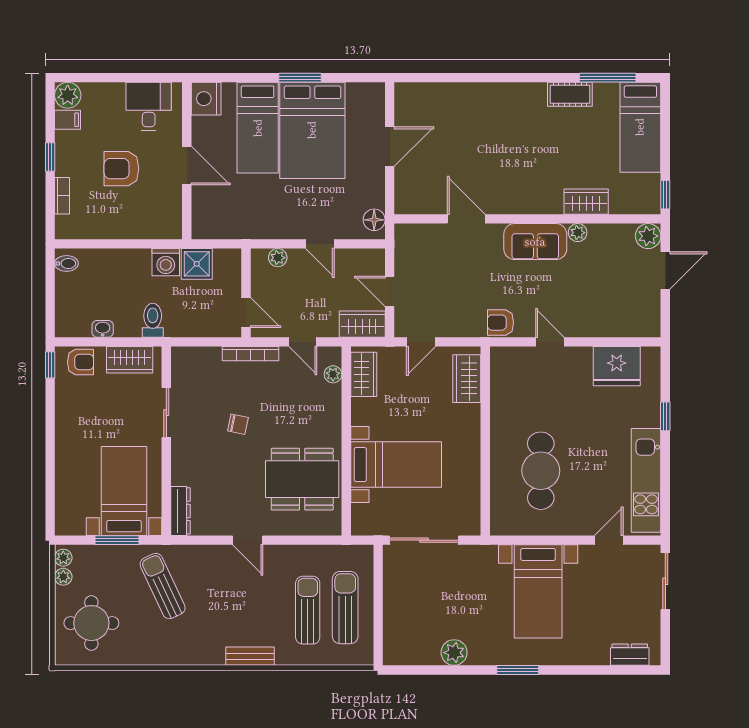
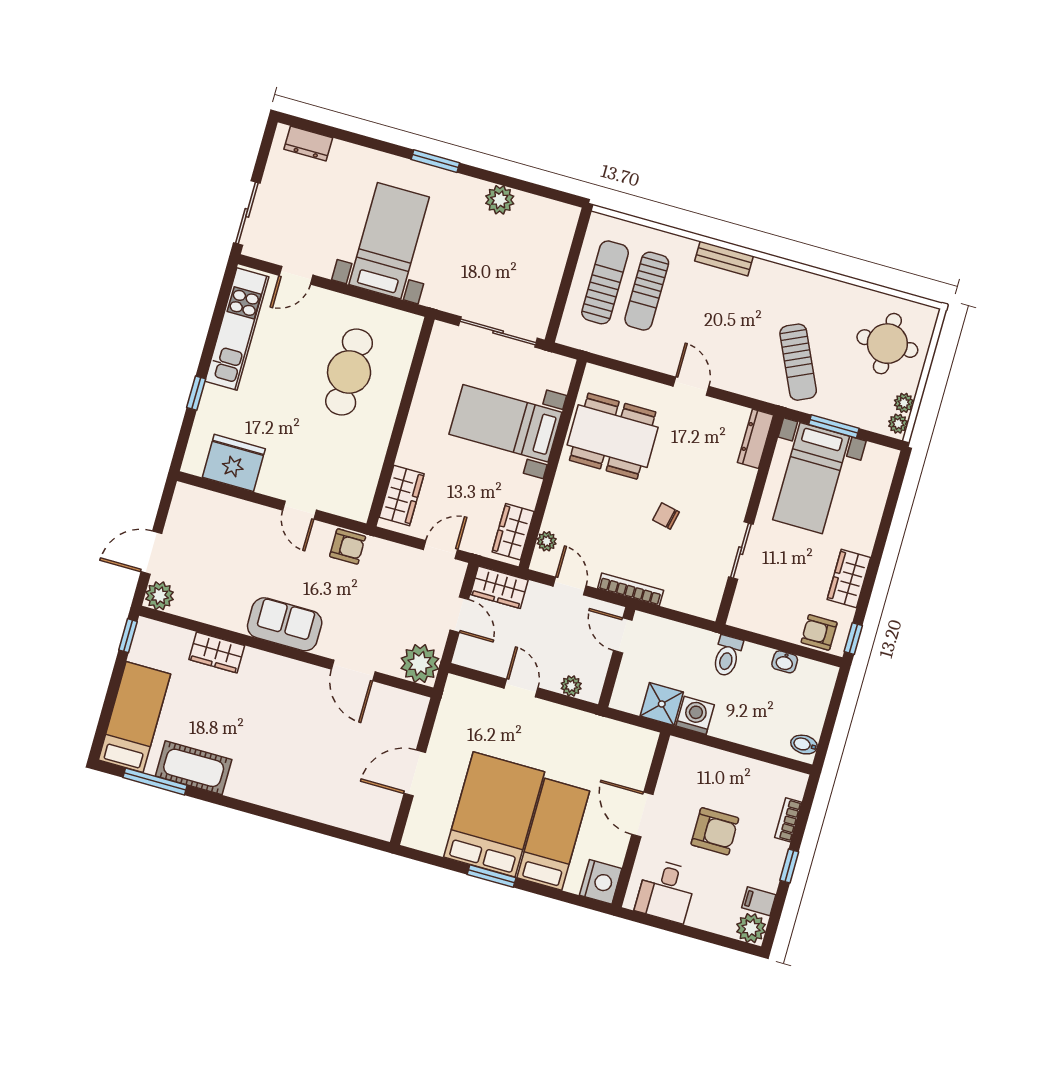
cot: (570, 94) -> (194, 768), width x1.37, depth x1.34
floor lamp: (374, 220) -> (454, 698), removed
plant: (578, 233) -> (420, 664), moved, width x1.88, depth x1.88
wardrobe: (130, 360) -> (849, 579), moved, turned -90
sun lounger: (345, 608) -> (605, 282), turned 180

